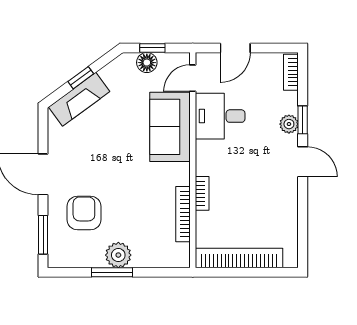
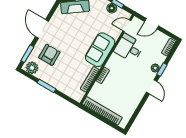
sofa: (170, 127) -> (100, 50), moved
plant: (118, 255) -> (32, 68), moved

